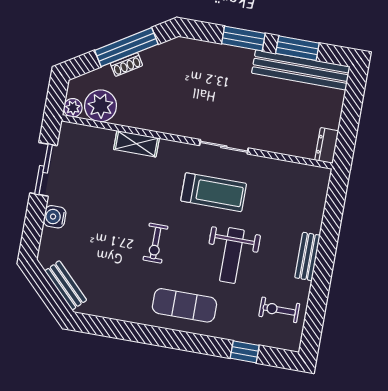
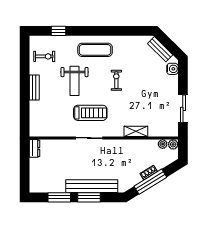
bench: (301, 70) -> (92, 186), moved
plant: (101, 106) -> (163, 144), width x0.53, depth x0.53
treadmill: (214, 192) -> (90, 113), turned 180
water cooler: (55, 217) -> (172, 69), moved
weight bench: (232, 256) -> (75, 81), turned 180

